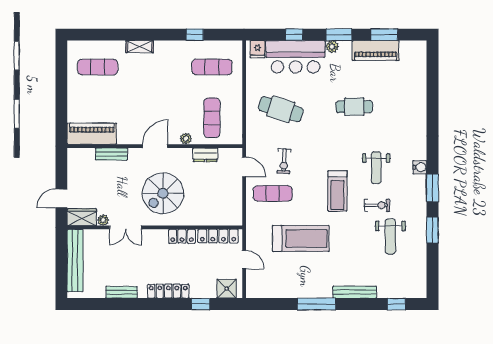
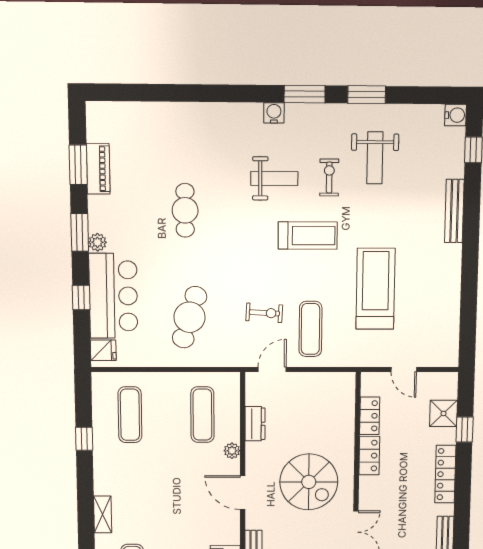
piano: (376, 51) -> (98, 169), width x0.73, depth x0.75
exercise mat: (212, 118) -> (202, 415), turned 90
locker: (218, 236) -> (370, 416), width x0.66
weight bench: (390, 236) -> (375, 158), turned 90
door: (244, 260) -> (404, 370), swing flipped
shower: (227, 289) -> (444, 413), moved
water cooler: (419, 291) -> (456, 115), added
window: (316, 304) -> (470, 267), removed

